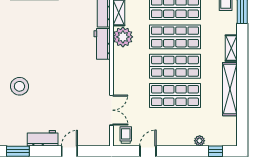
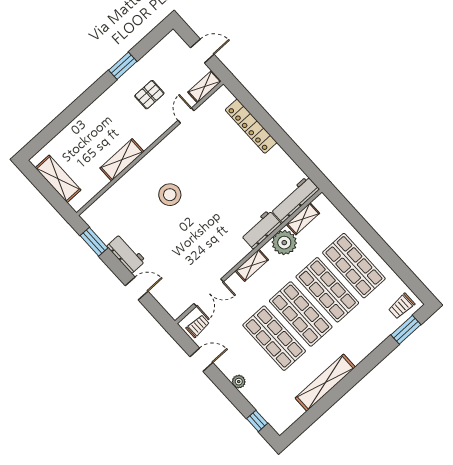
shelving: (231, 48) -> (252, 265), moved
stool: (19, 86) -> (170, 195), moved
plant: (200, 141) -> (239, 382), moved

